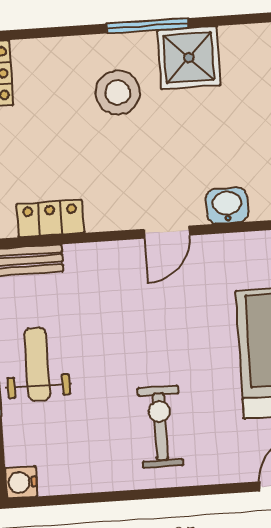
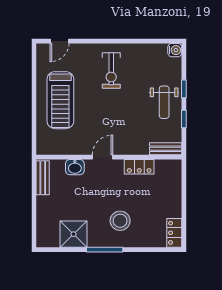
shower: (189, 58) -> (73, 234), moved
locker: (50, 218) -> (139, 167), moved

